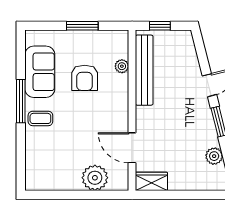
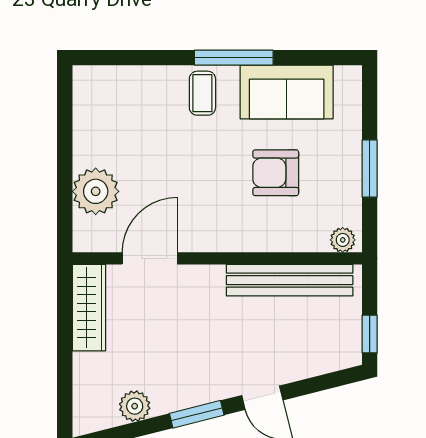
window: (160, 26) -> (370, 334), moved
plant: (122, 66) -> (343, 240), moved
wardrobe: (151, 181) -> (89, 308), width x1.50

